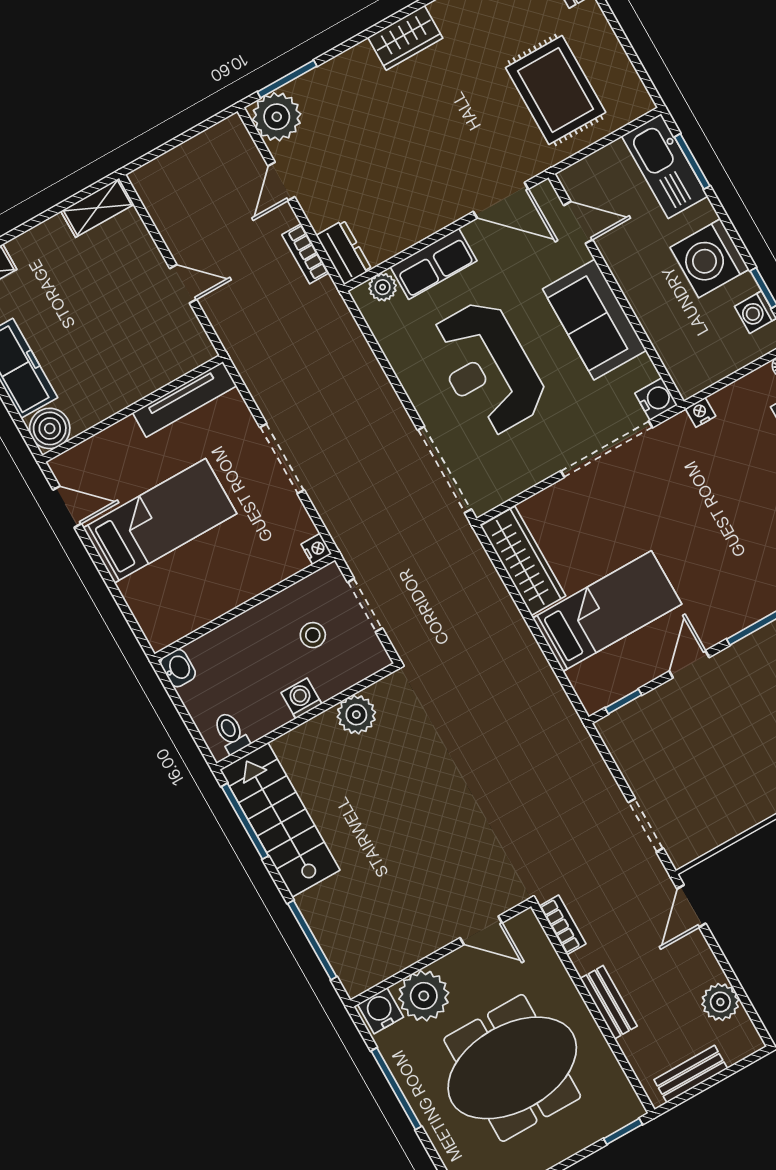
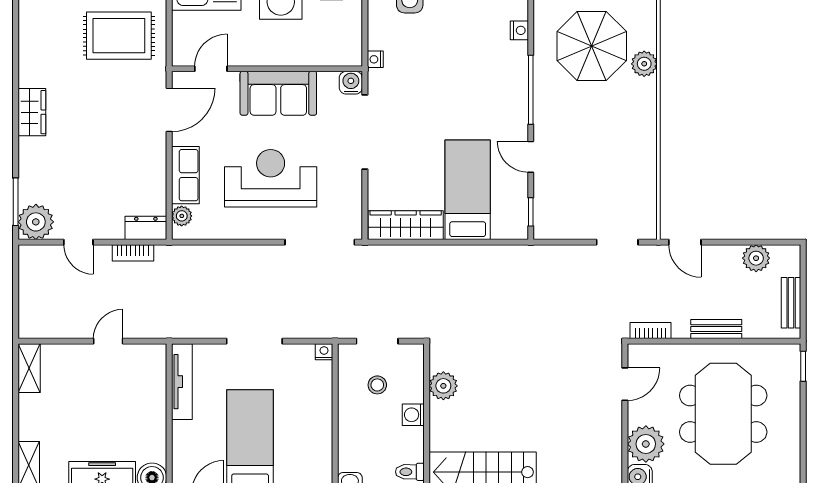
reception desk: (488, 368) -> (271, 178), turned 180

